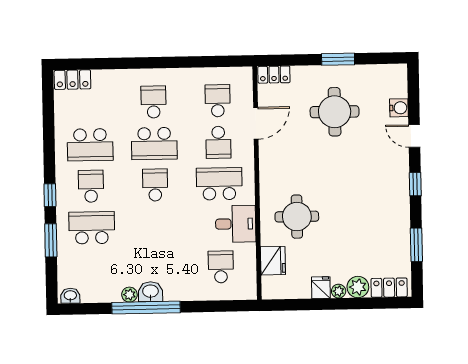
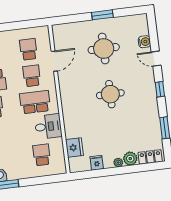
locker: (274, 75) -> (63, 29), removed
school desk: (218, 142) -> (32, 76), turned 180
round table: (297, 217) -> (110, 94), moved
fridge: (321, 288) -> (97, 163), moved

